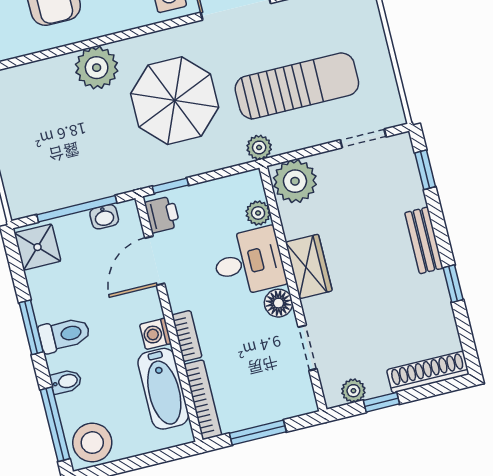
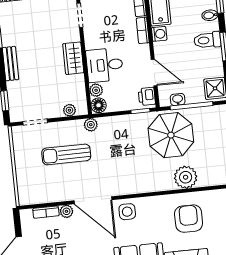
plant: (97, 68) -> (186, 177), moved
sun lounger: (297, 86) -> (66, 154), width x0.73, depth x0.75
parasol: (175, 101) -> (171, 135), moved
plant: (295, 181) -> (69, 110), width x0.53, depth x0.53
door: (155, 261) -> (154, 73), hinge flipped
floor lamp: (278, 303) -> (99, 105), moved

